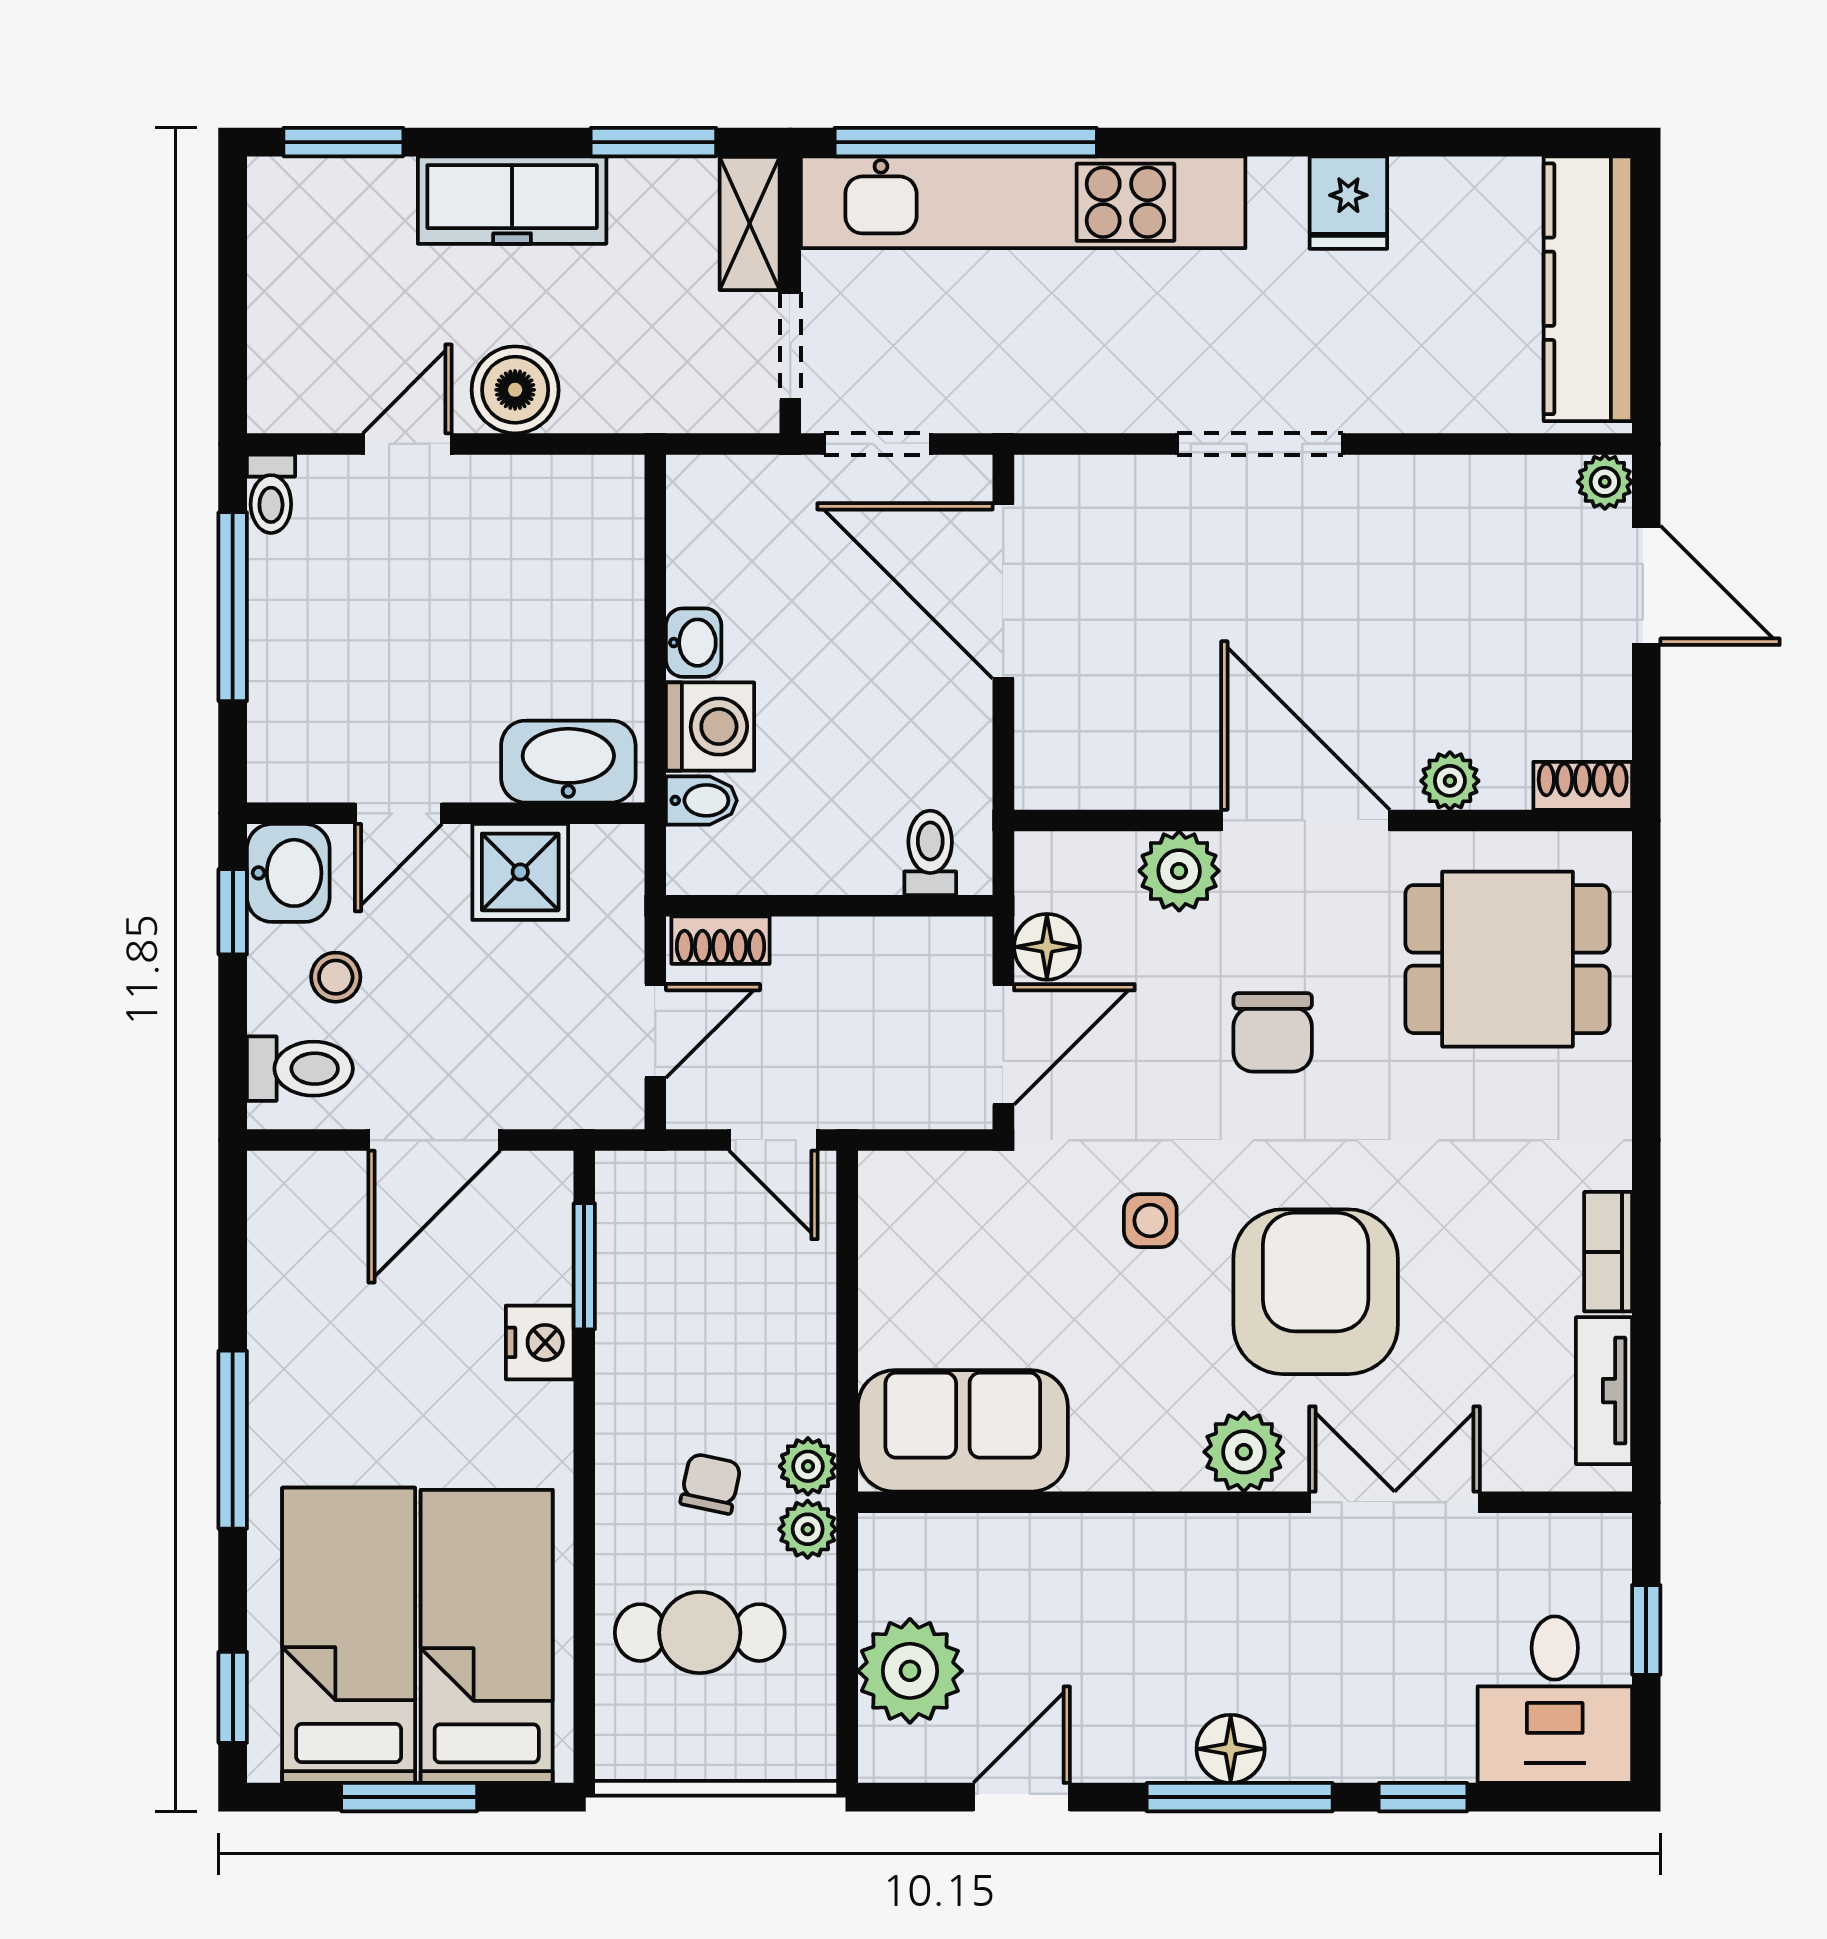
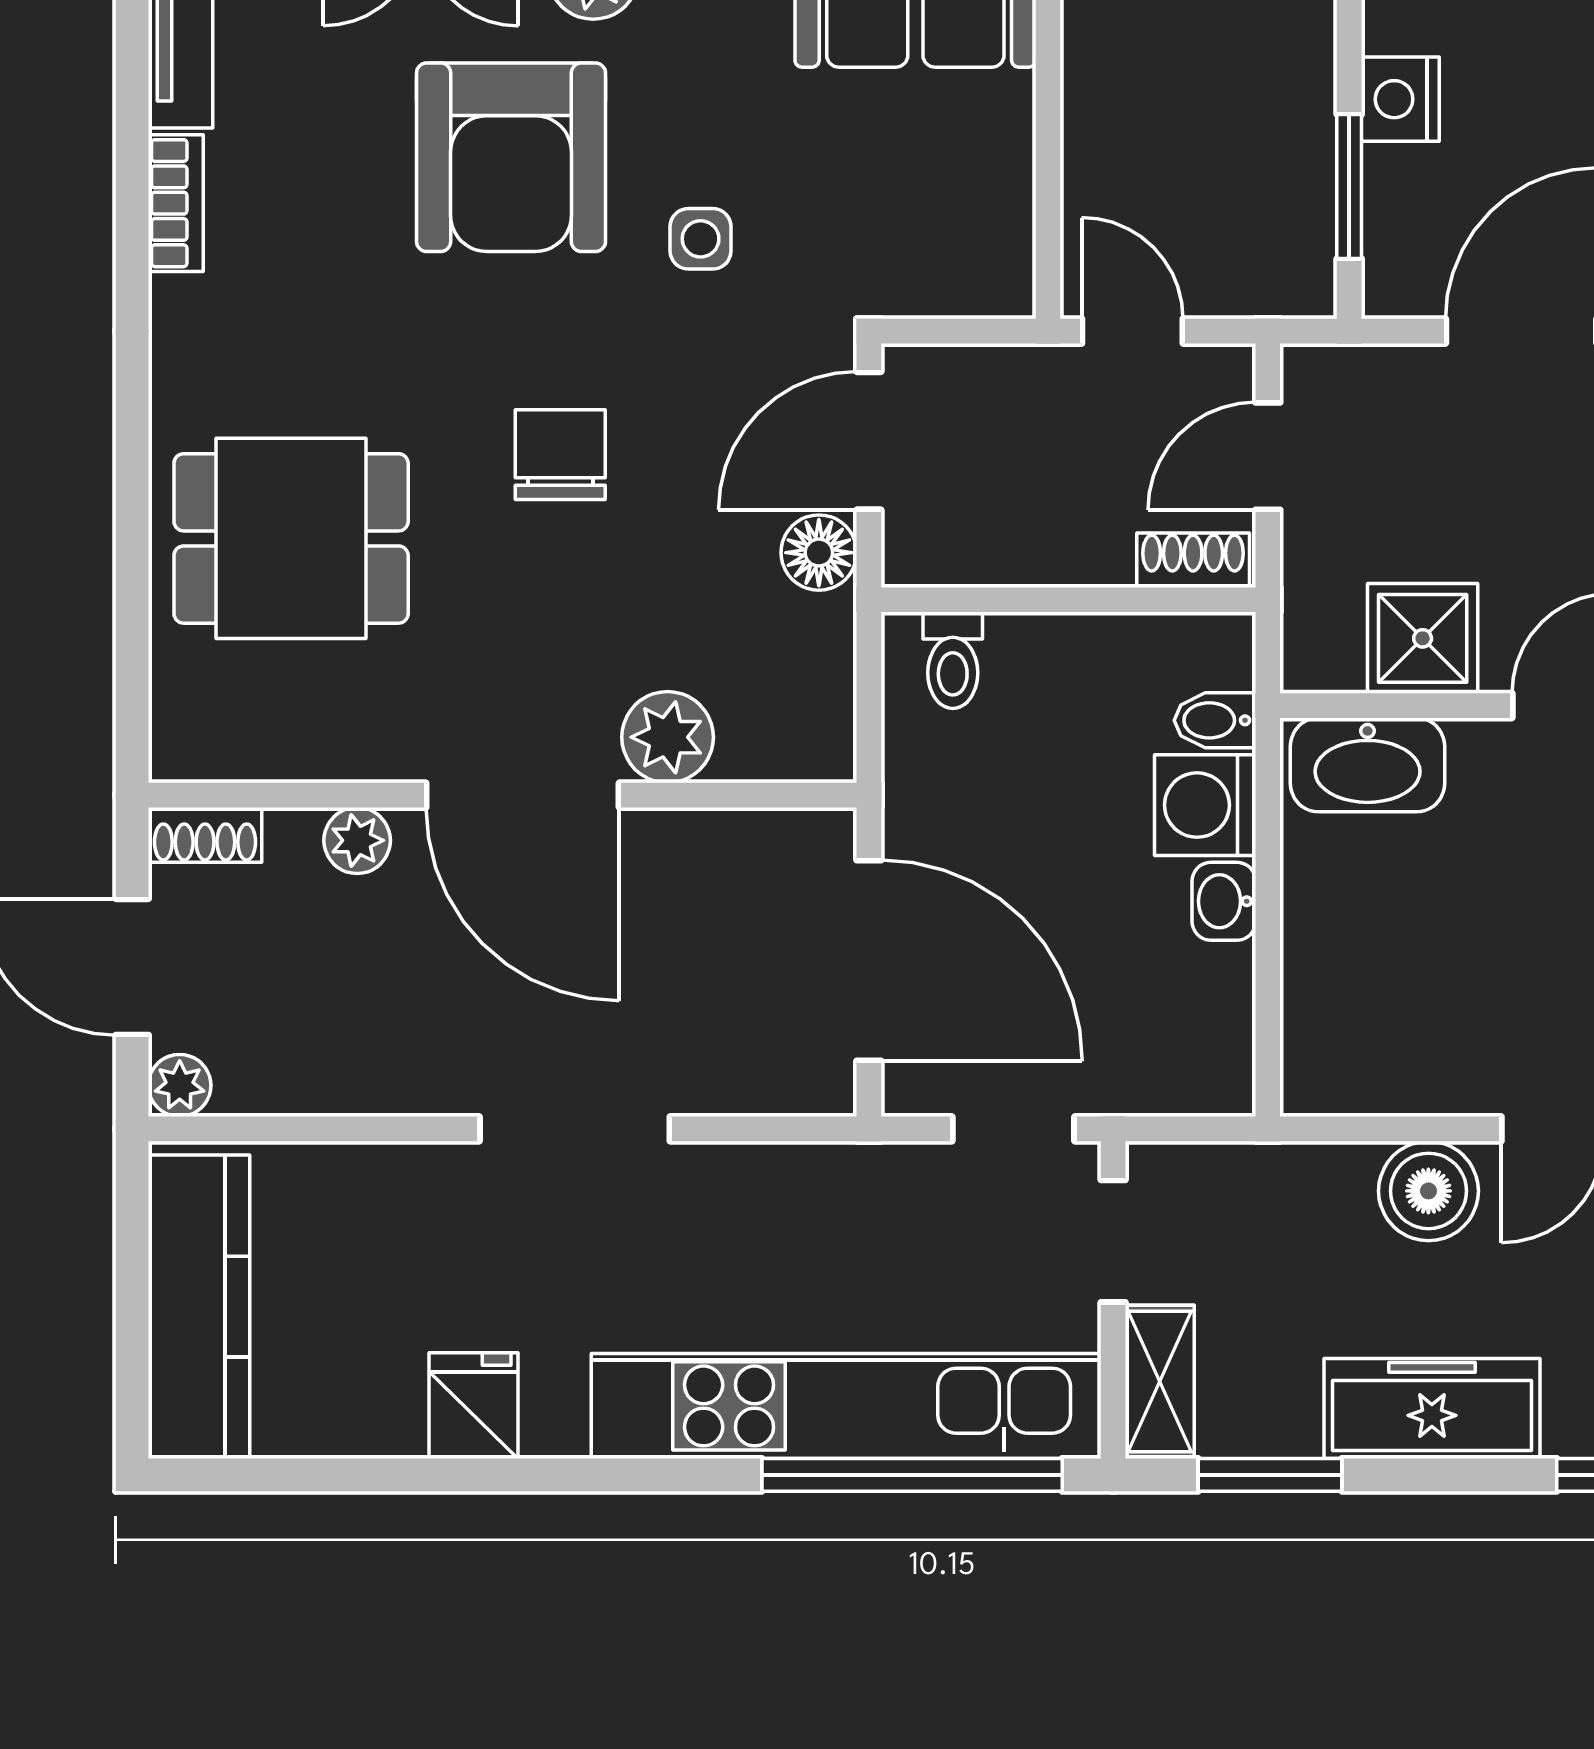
plant: (1450, 781) -> (357, 840), moved
shoe rack: (1583, 786) -> (205, 835), moved
door: (1306, 820) -> (523, 795), moved
wall: (1323, 820) -> (503, 795), moved
plant: (1179, 871) -> (668, 737), moved

